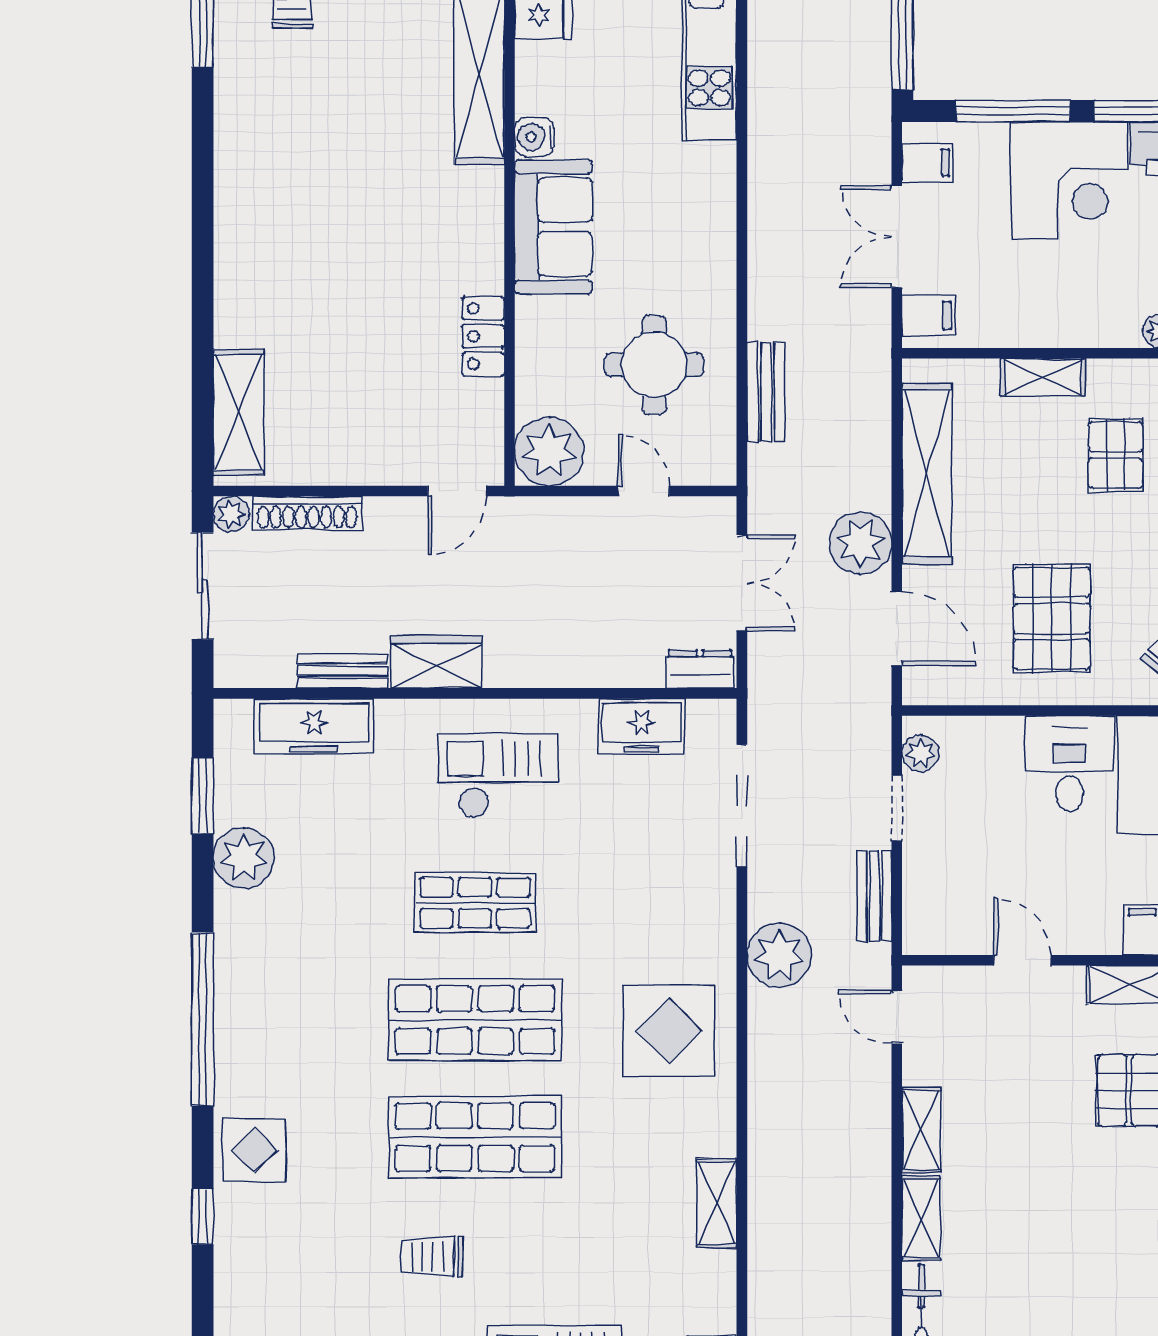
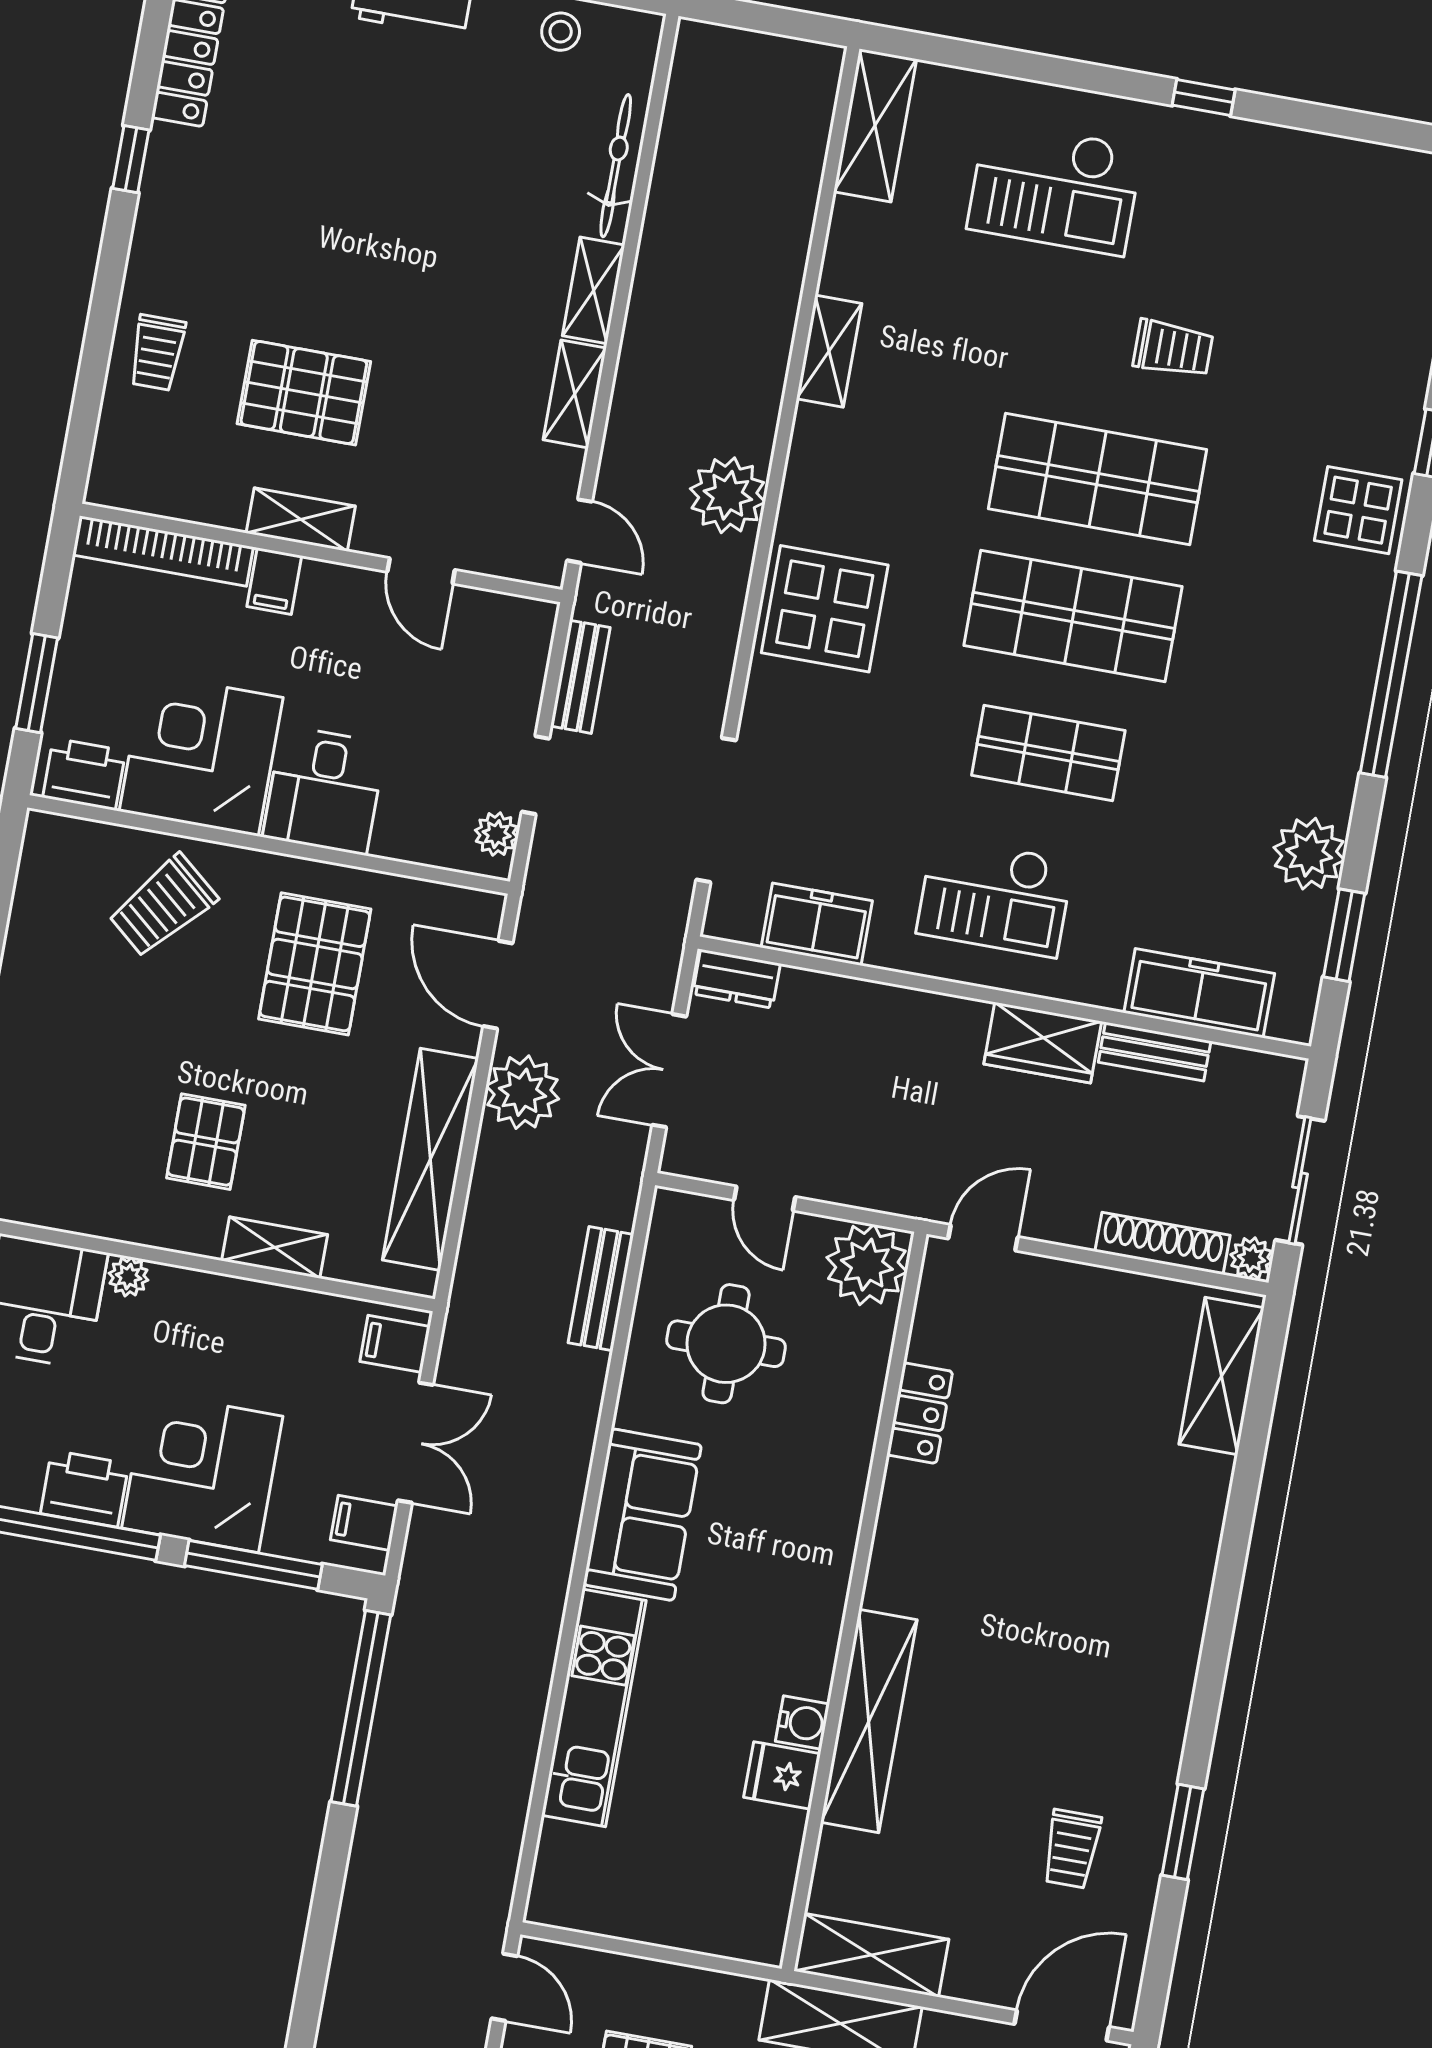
water cooler: (534, 137) -> (802, 1723), moved
sofa: (553, 227) -> (642, 1515), moved, turned 180
plant: (779, 955) -> (728, 495), moved
display table: (669, 1031) -> (825, 609), moved

